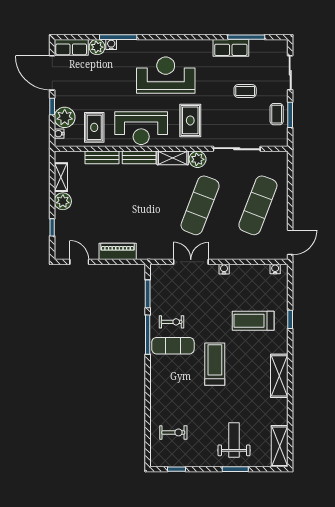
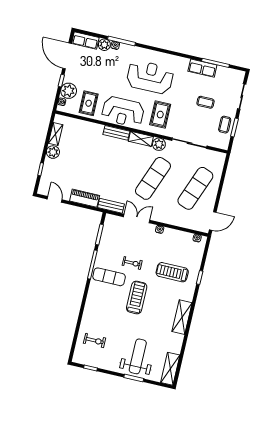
bench: (102, 157) -> (111, 206), moved
exercise bike: (172, 322) -> (132, 263), moved
weight bench: (234, 440) -> (138, 356), width x1.36, depth x1.33

